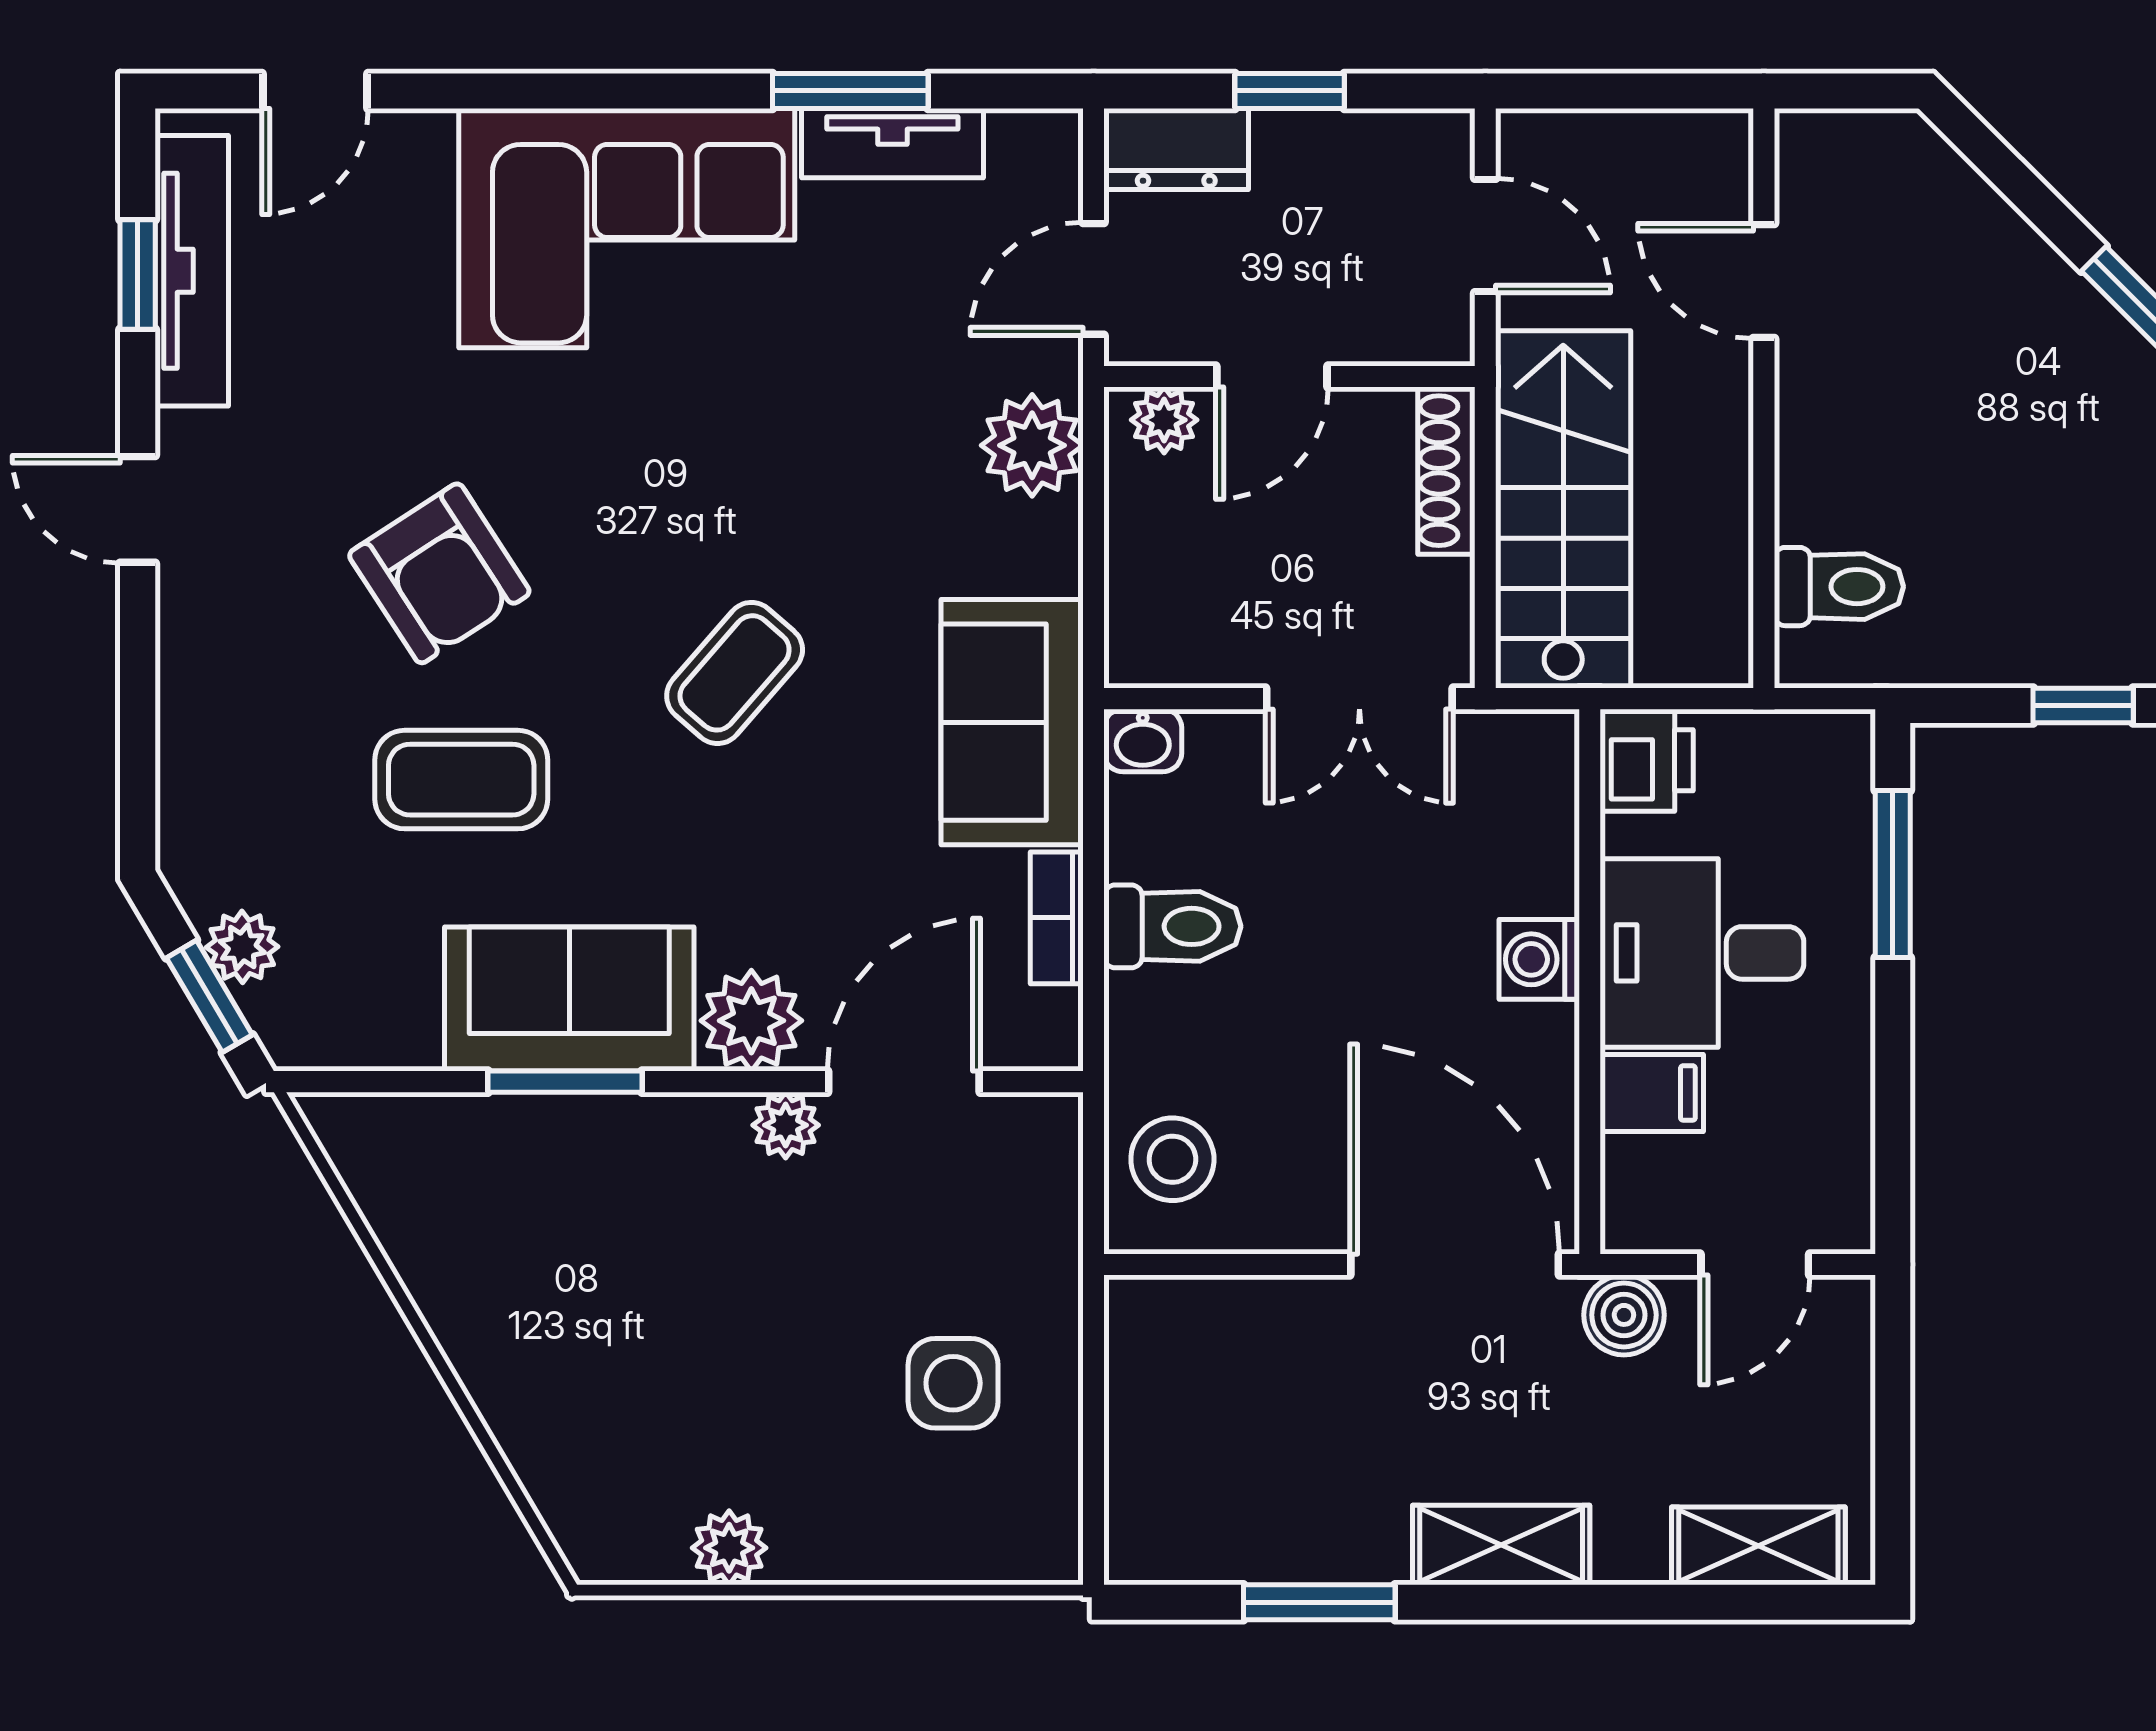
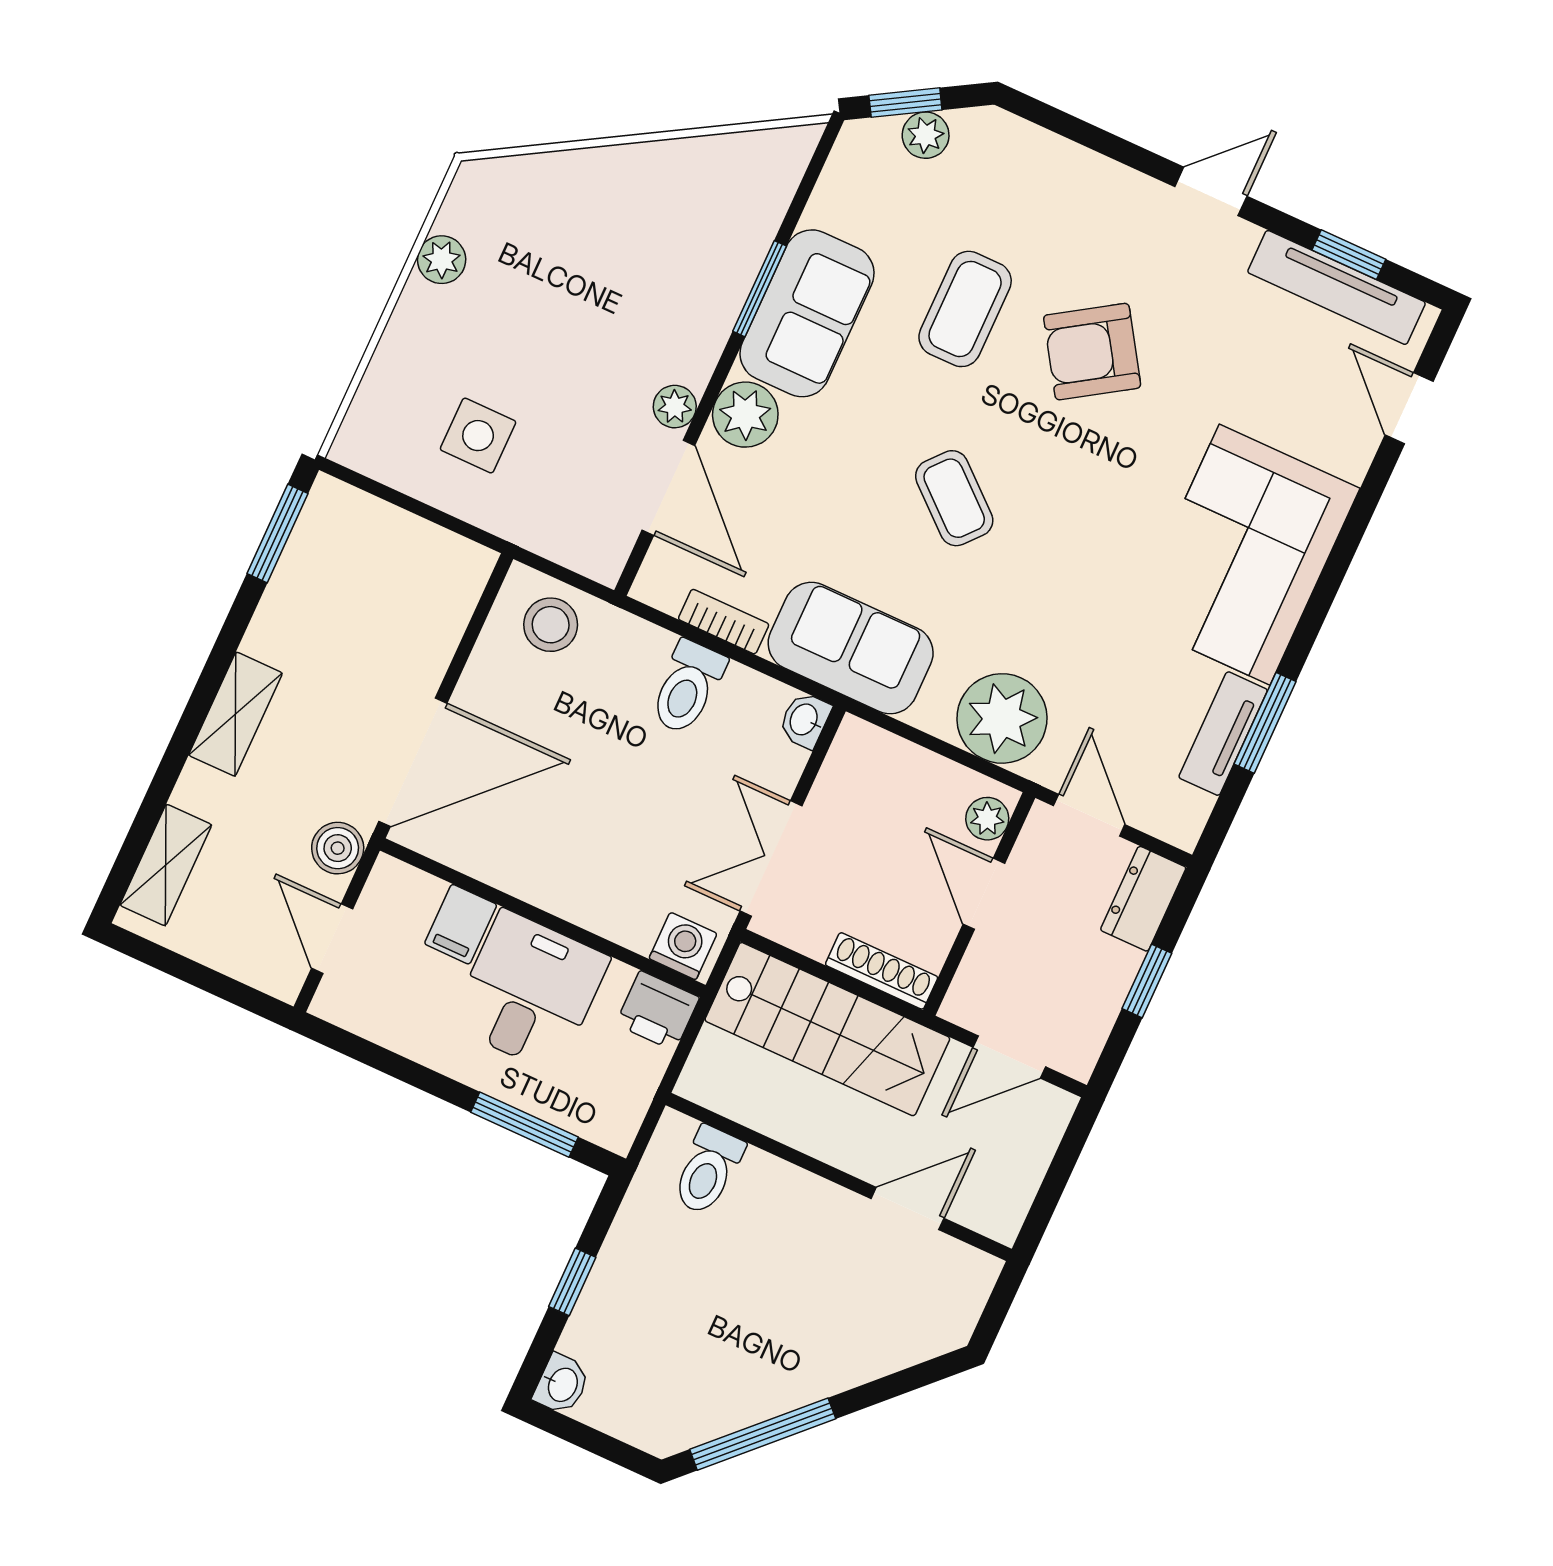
plant: (1032, 445) -> (1002, 718), width x1.36, depth x1.36
washing machine: (1539, 959) -> (683, 946), moved
window: (1319, 1602) -> (277, 534), moved

